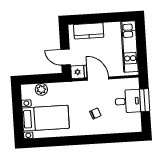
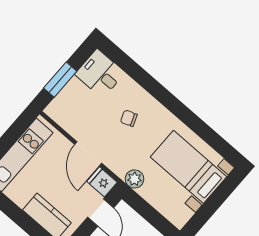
plant: (41, 89) -> (135, 179), moved
desk: (128, 101) -> (100, 74), moved

